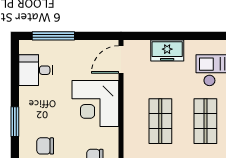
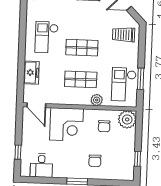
window: (53, 36) -> (18, 152), width x0.46
plant: (132, 145) -> (97, 100), added

